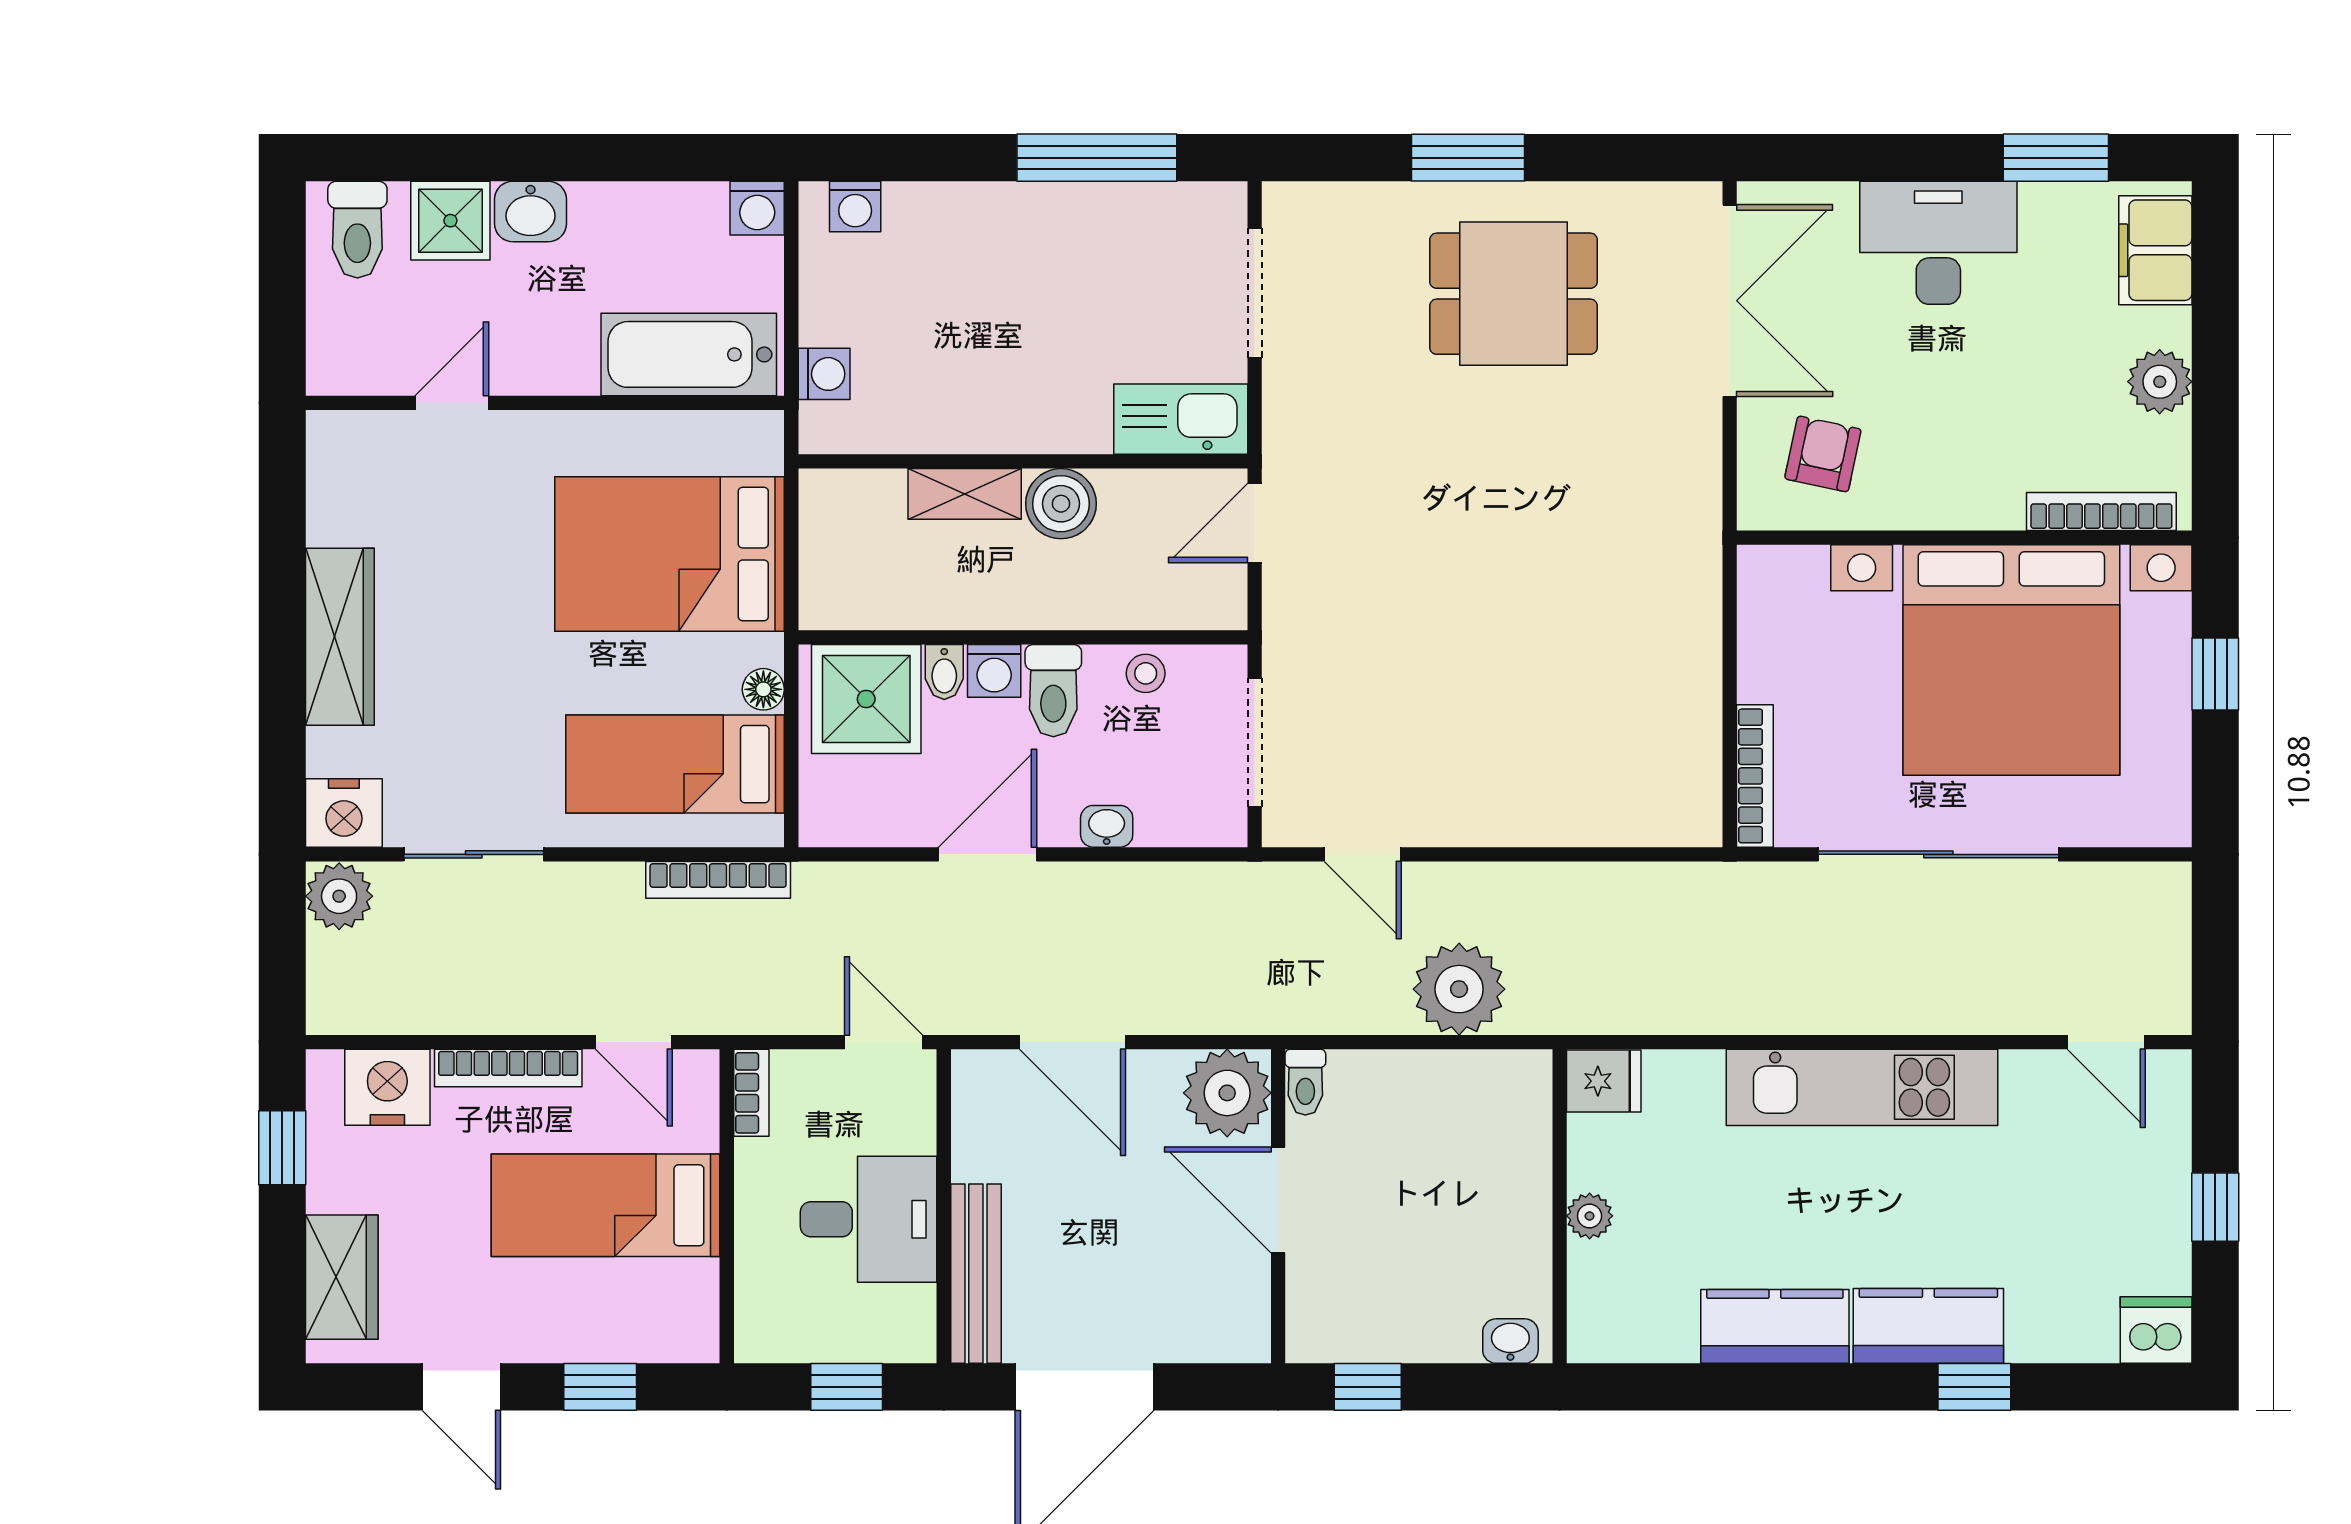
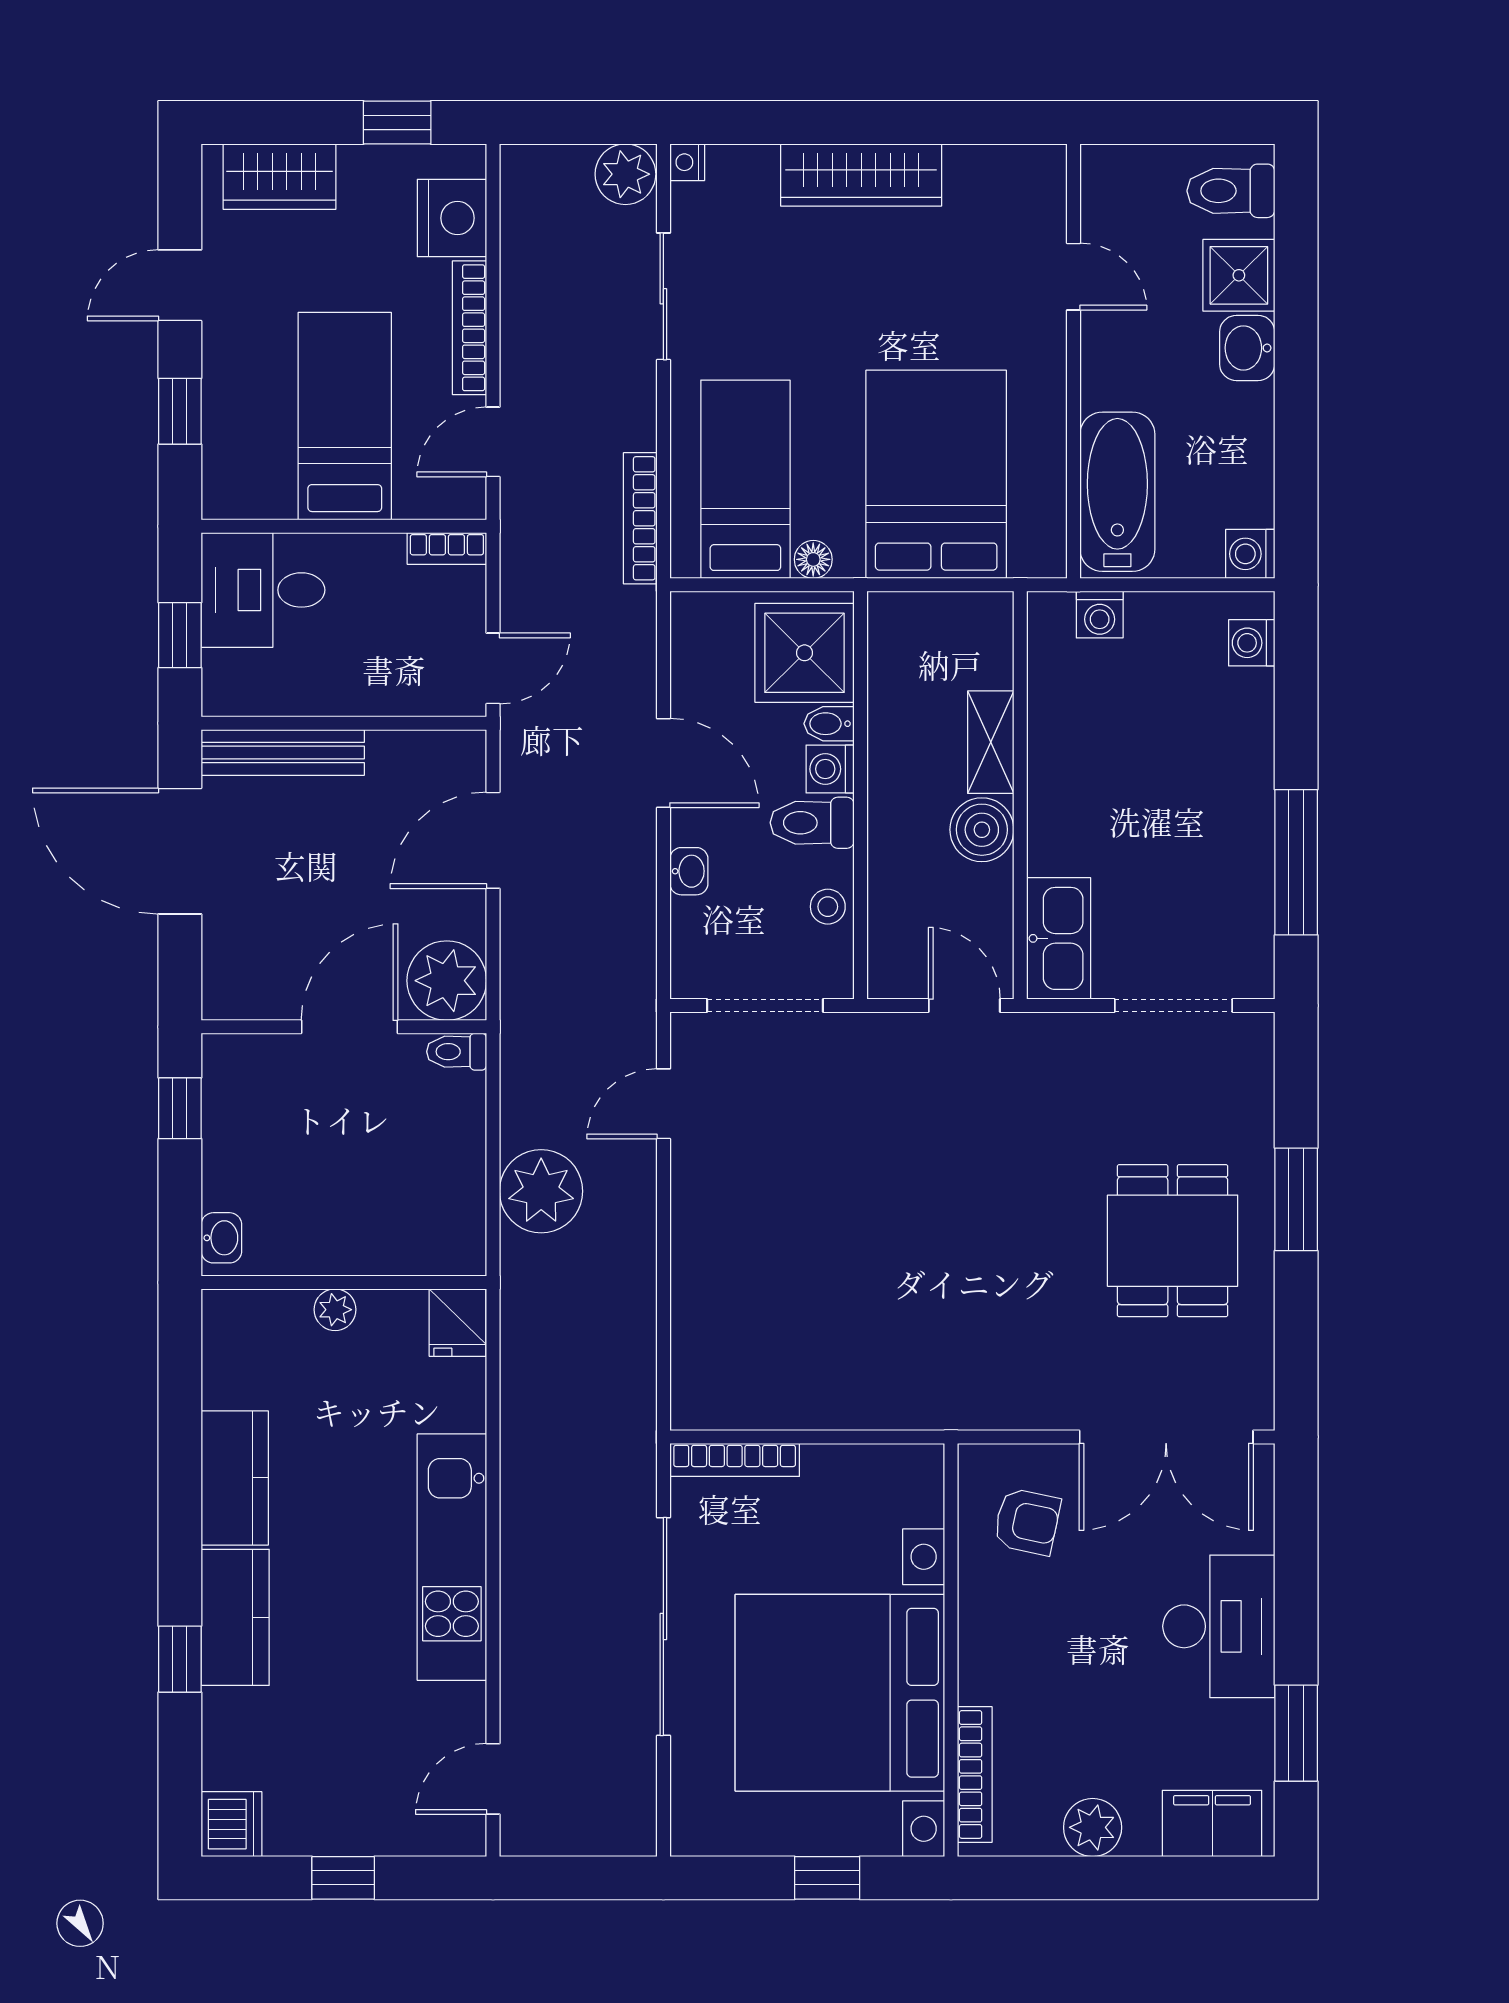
nightstand: (344, 813) -> (687, 162), width x0.53, depth x0.56
desk: (869, 1219) -> (263, 590), moved, turned 90

